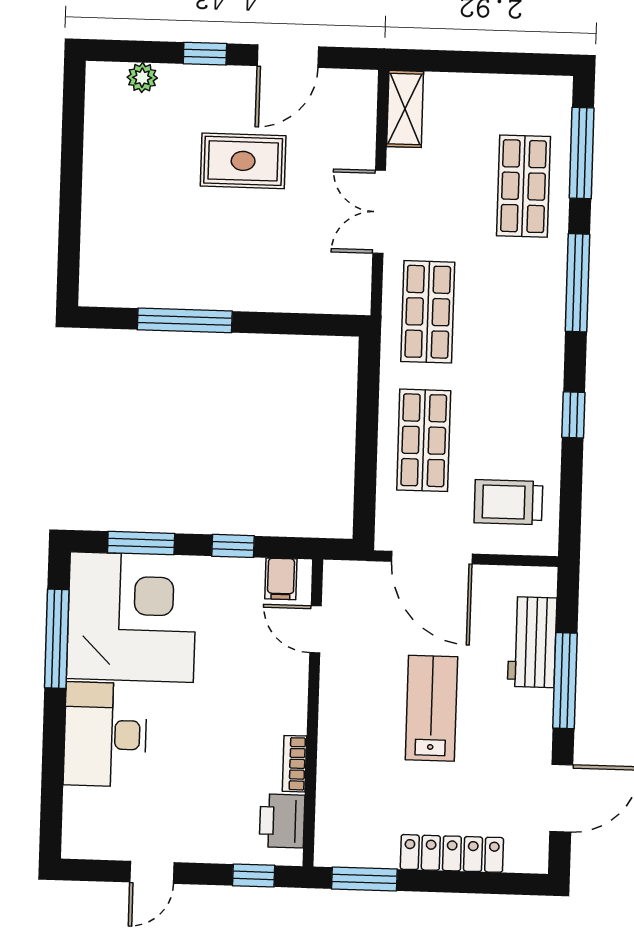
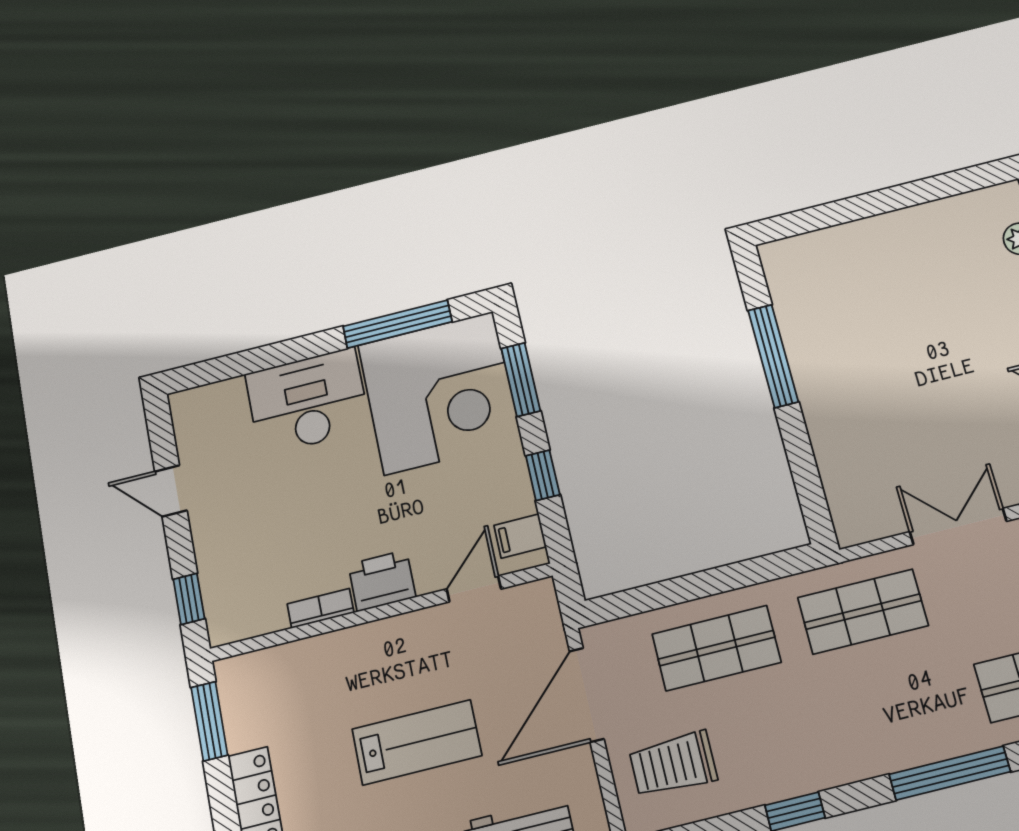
rug: (243, 161) -> (966, 366), removed
trolley: (508, 502) -> (673, 764), turned -90
printer: (282, 821) -> (382, 581), moved

